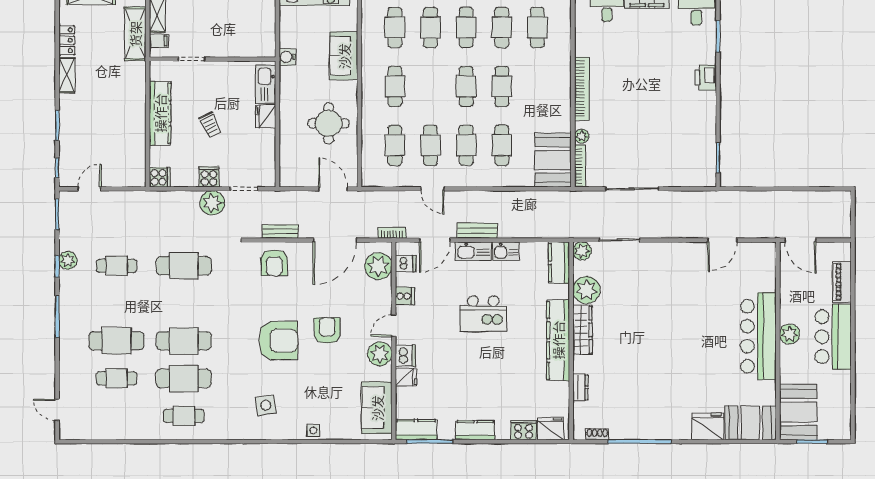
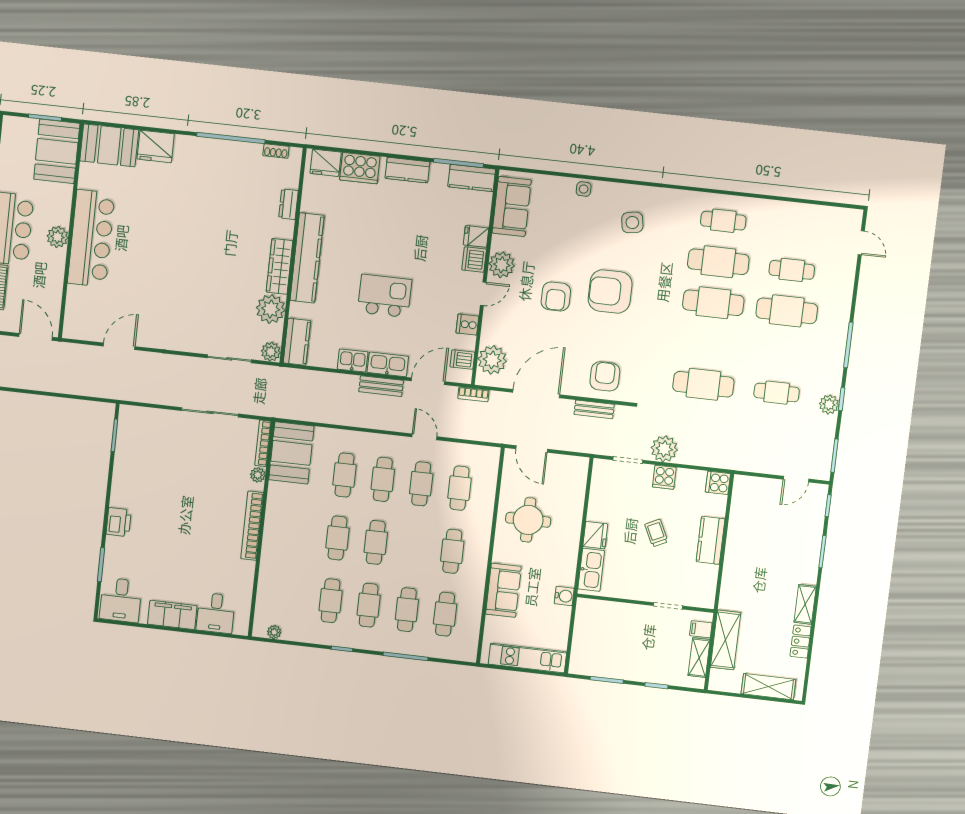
cafe table: (537, 27) -> (292, 596), removed
kitchen counter: (160, 113) -> (711, 540), width x0.67
cooker: (524, 430) -> (360, 168), width x1.37, depth x1.31

